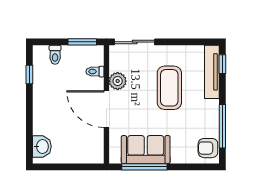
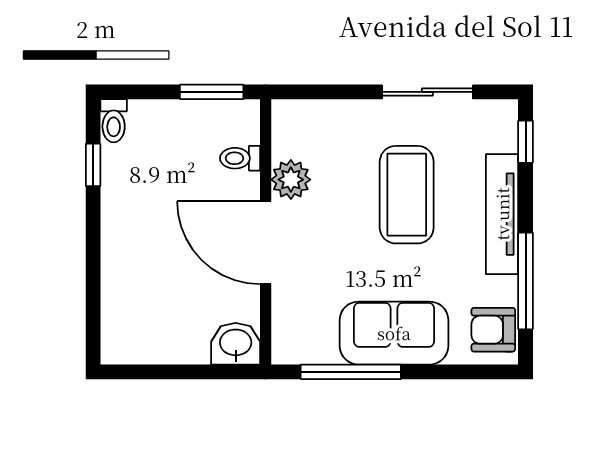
sliding door: (135, 42) -> (427, 92), moved
toilet: (55, 55) -> (114, 121), moved
tv unit: (212, 72) -> (502, 214), moved
washbasin: (42, 146) -> (236, 344), moved, turned -90
sofa: (146, 150) -> (394, 333), moved

